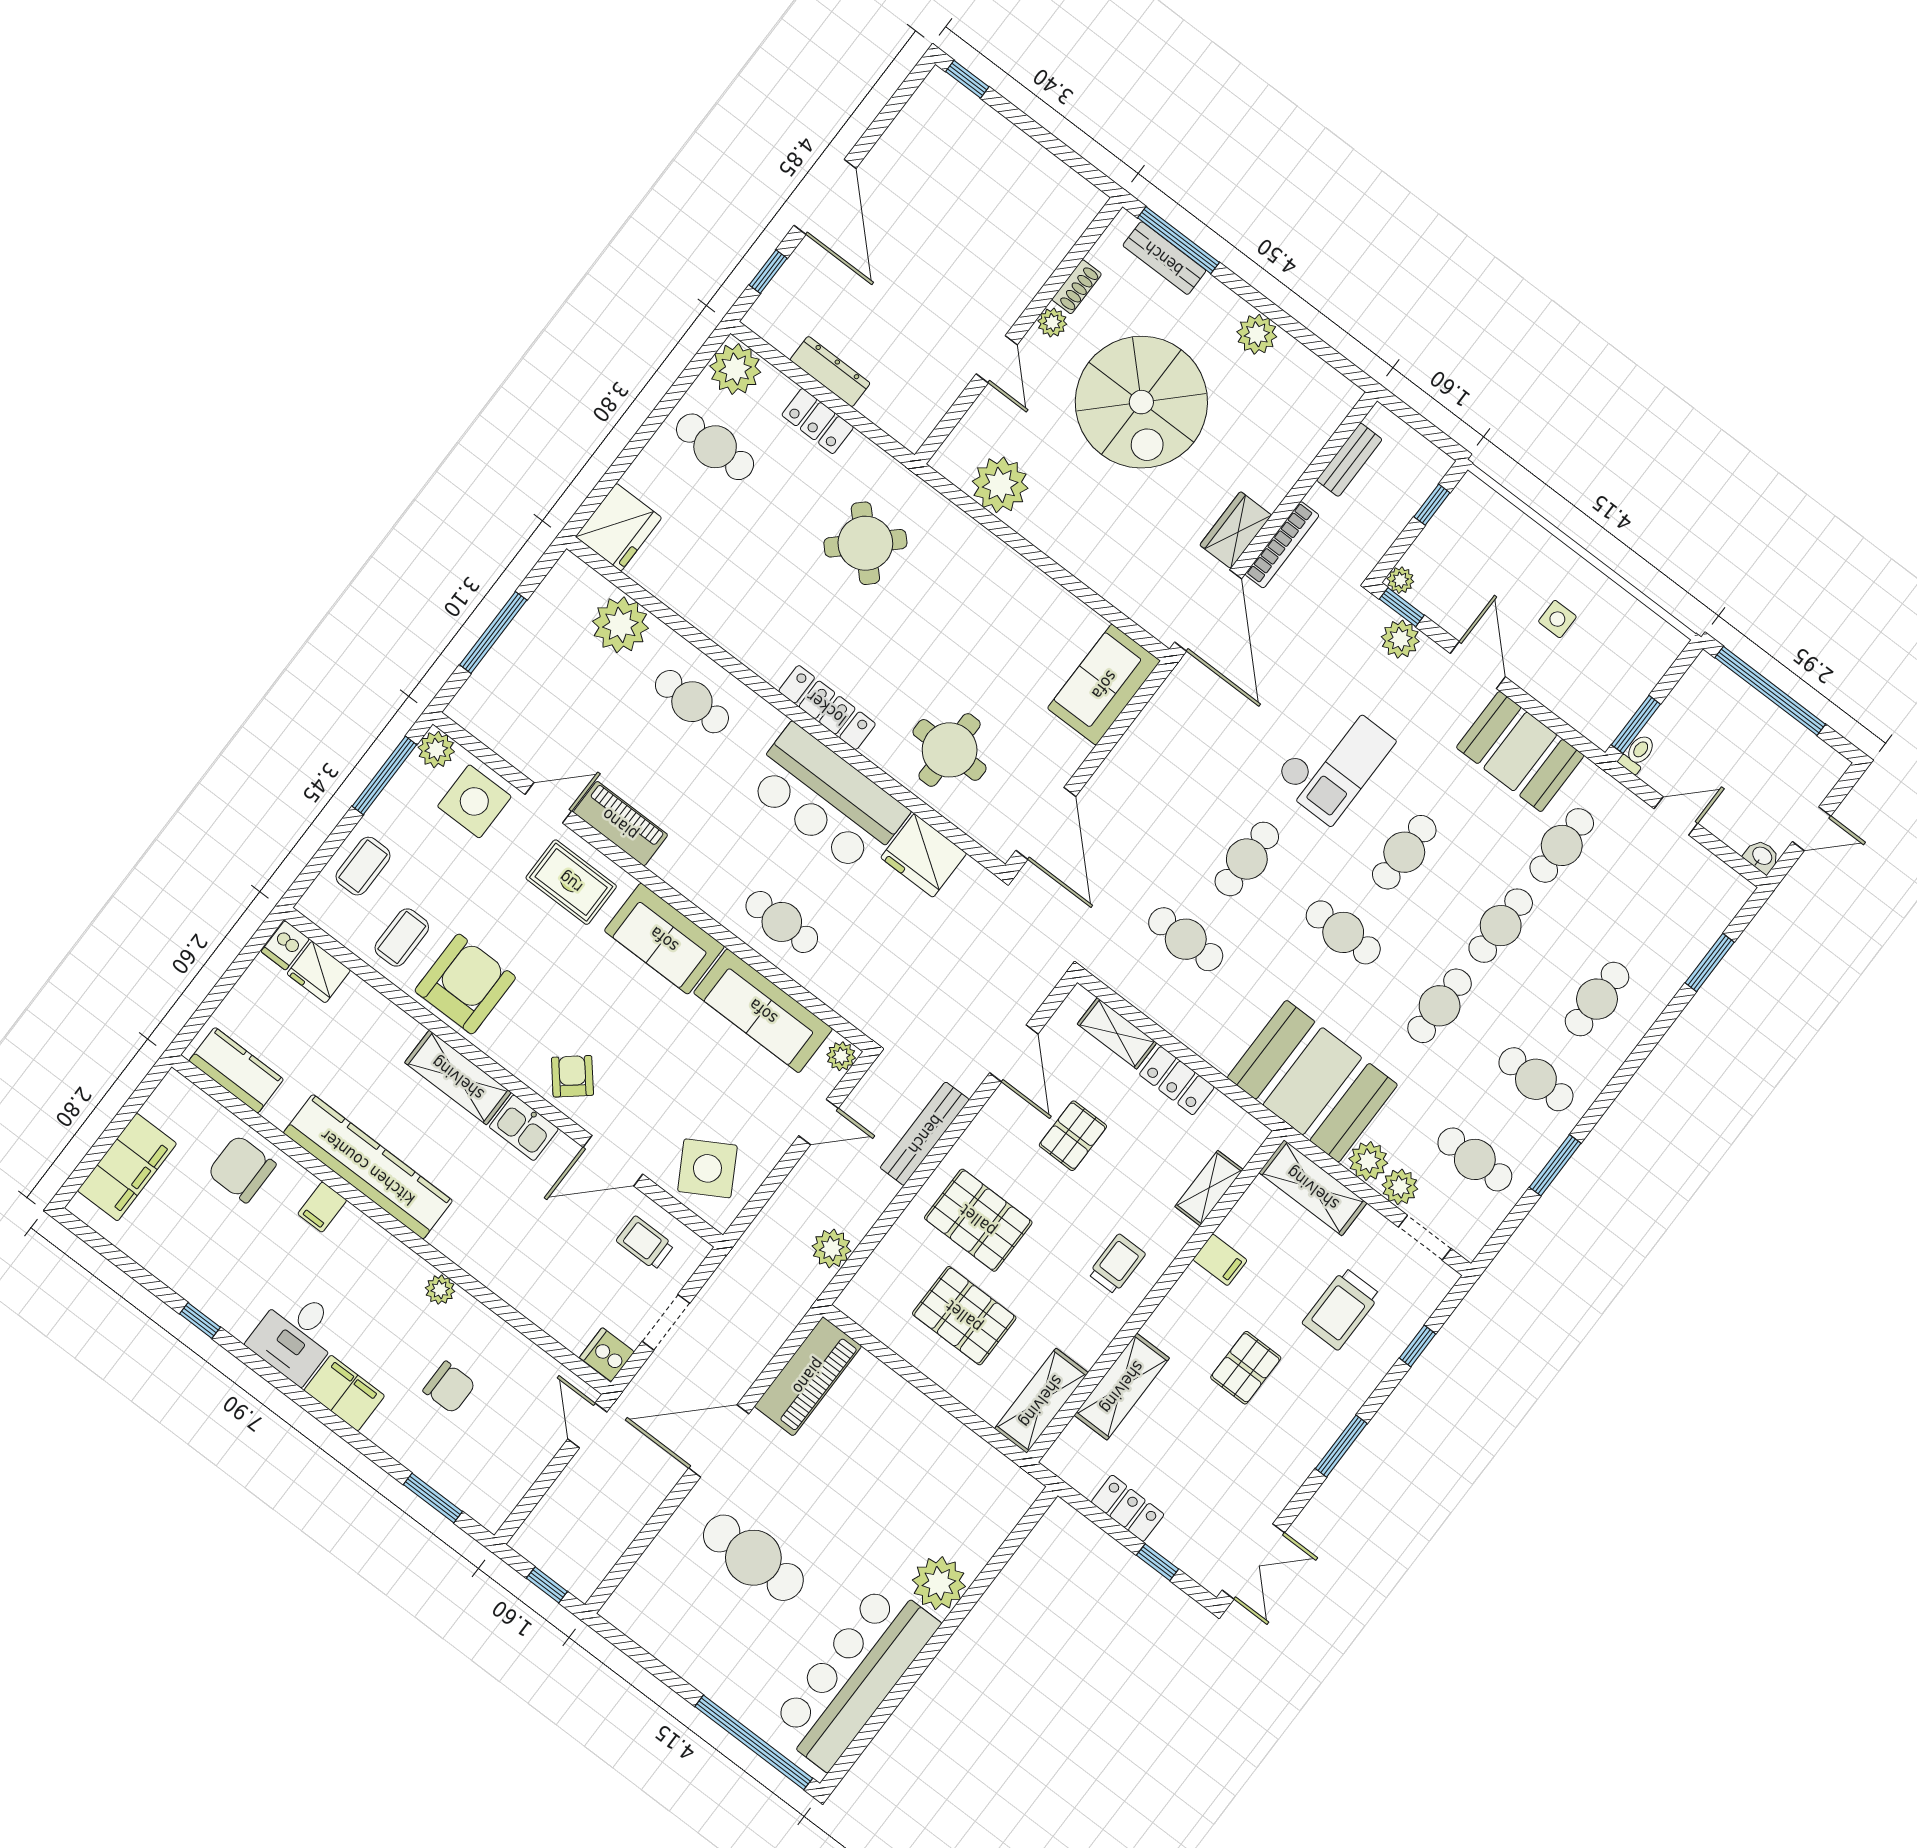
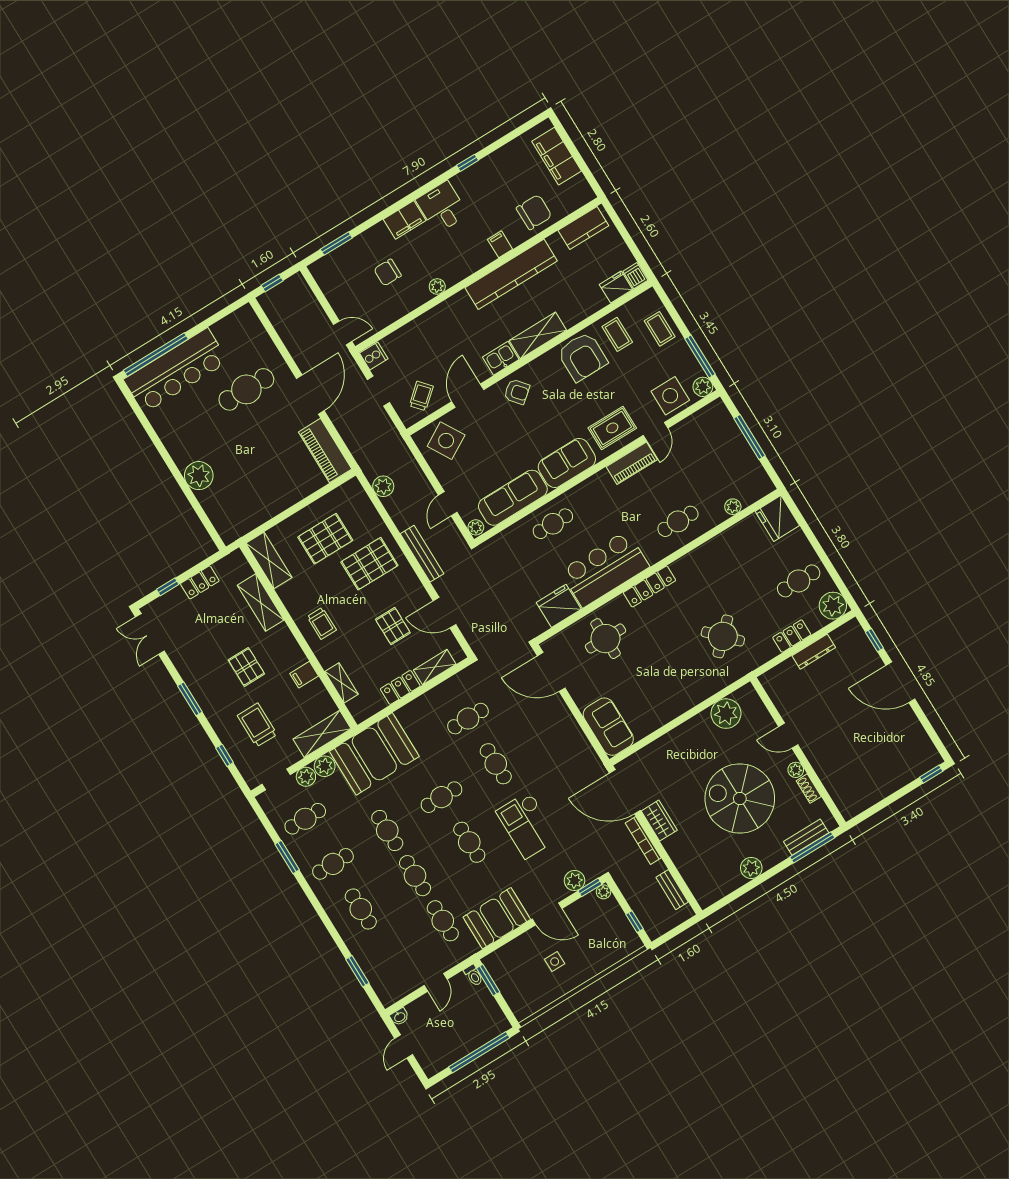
plant: (620, 625) -> (733, 507), width x0.53, depth x0.53
trolley: (645, 1243) -> (421, 396), turned -41
bar counter: (854, 1675) -> (176, 370), moved, turned 90

